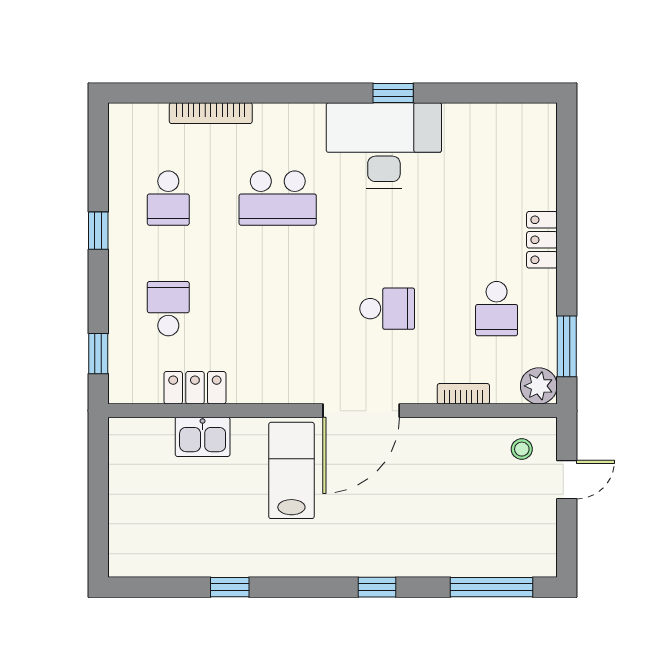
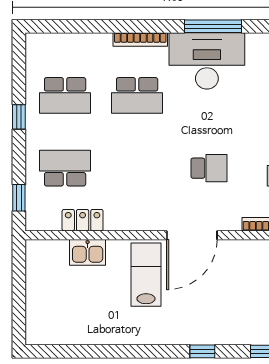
window: (393, 93) -> (213, 26), width x2.17
bookcase: (211, 113) -> (140, 40), moved
school desk: (168, 198) -> (65, 95), width x1.85
school desk: (168, 309) -> (65, 168), width x1.85
window: (230, 587) -> (105, 351), removed

